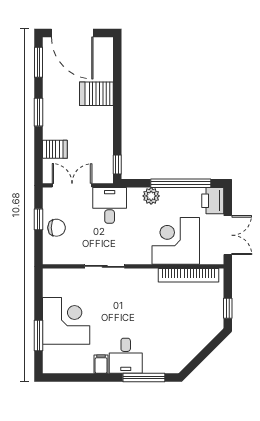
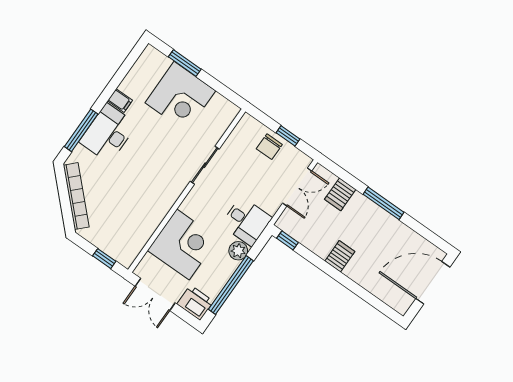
window: (39, 62) -> (428, 234), removed
server rack: (96, 94) -> (340, 256), moved, width x0.73, depth x0.70
window: (39, 112) -> (383, 203), width x1.44
desk: (110, 205) -> (246, 221), moved
bookcase: (189, 275) -> (76, 196), moved, turned 135
window: (228, 308) -> (104, 259), moved
desk: (126, 356) -> (108, 133), width x1.37

